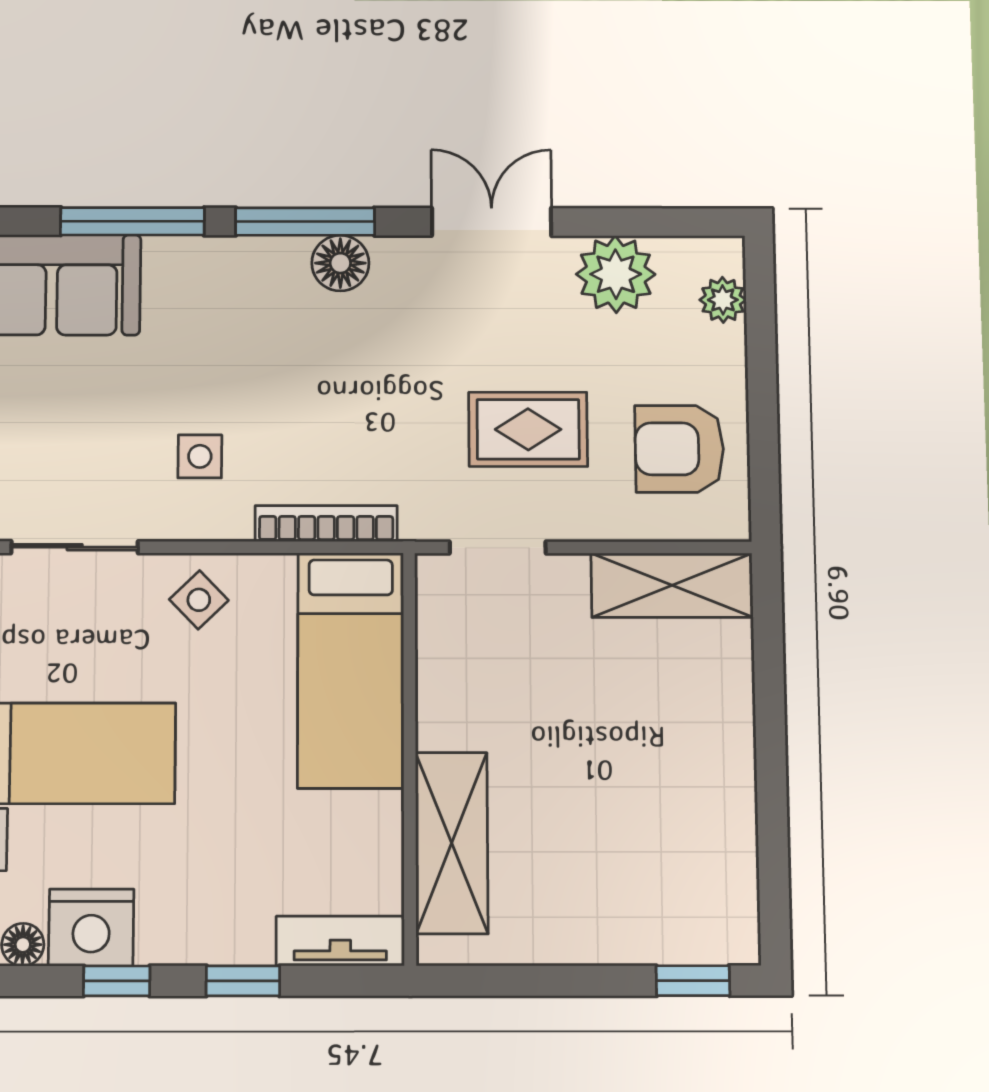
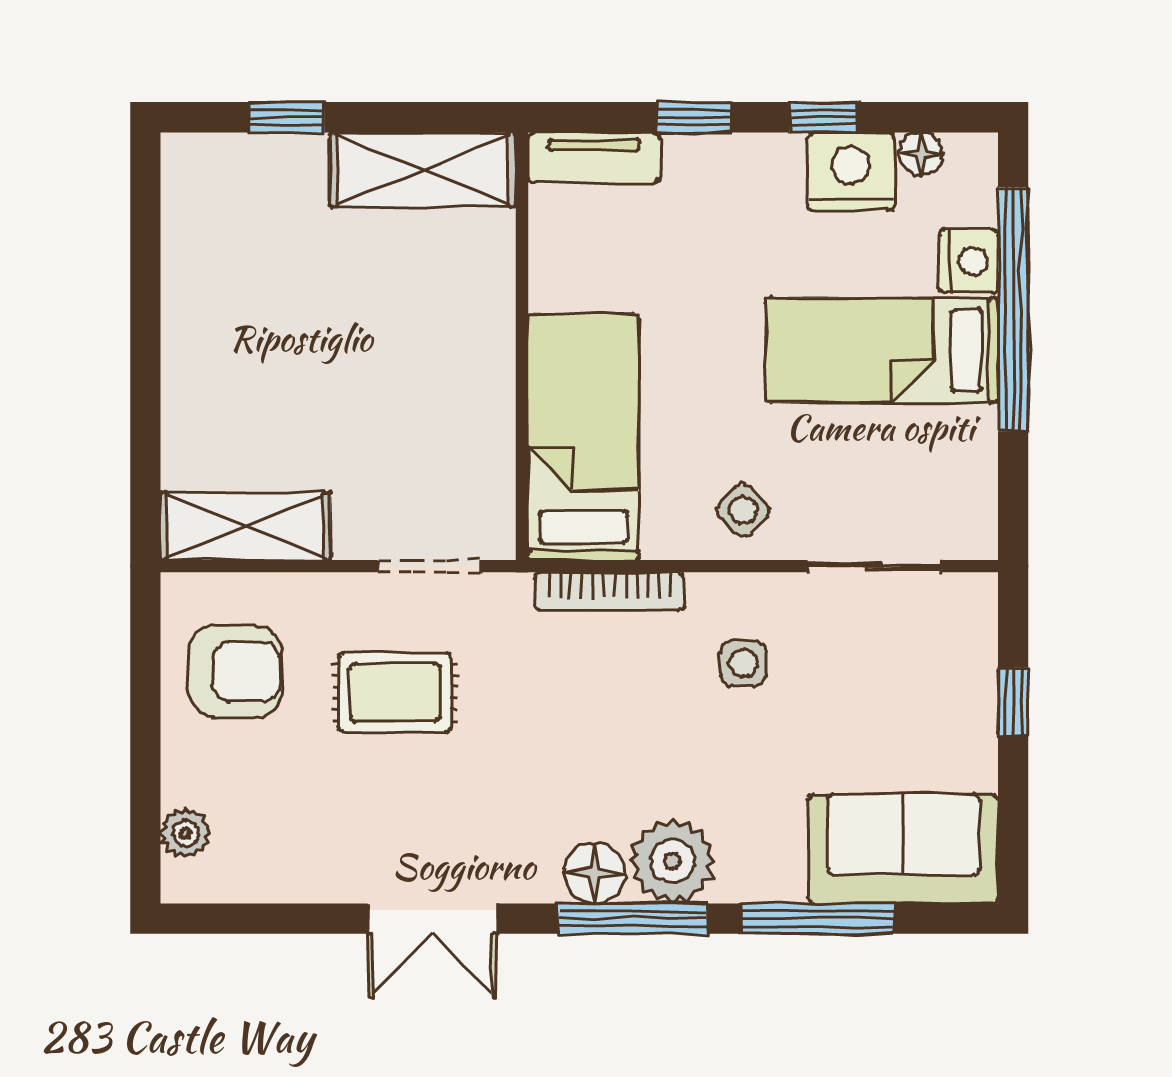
plant: (616, 274) -> (672, 861), moved
shelving: (452, 843) -> (423, 170), moved, turned 90
window: (693, 981) -> (287, 117), moved

